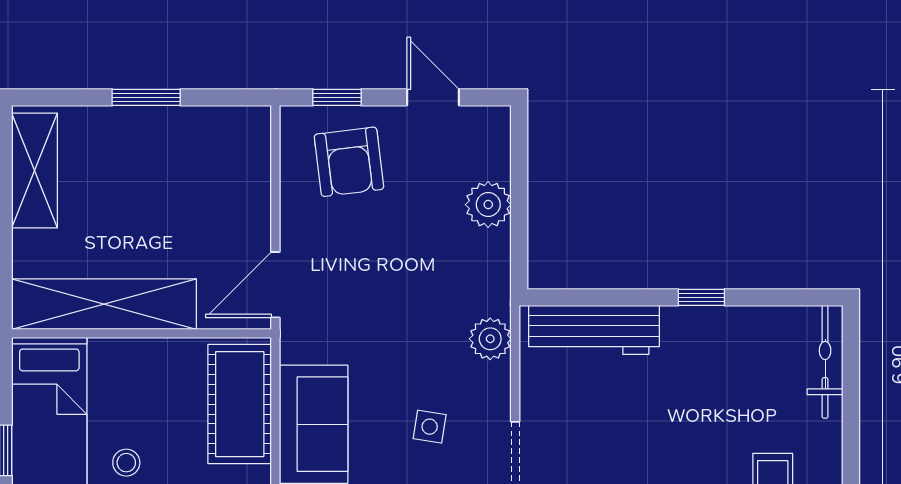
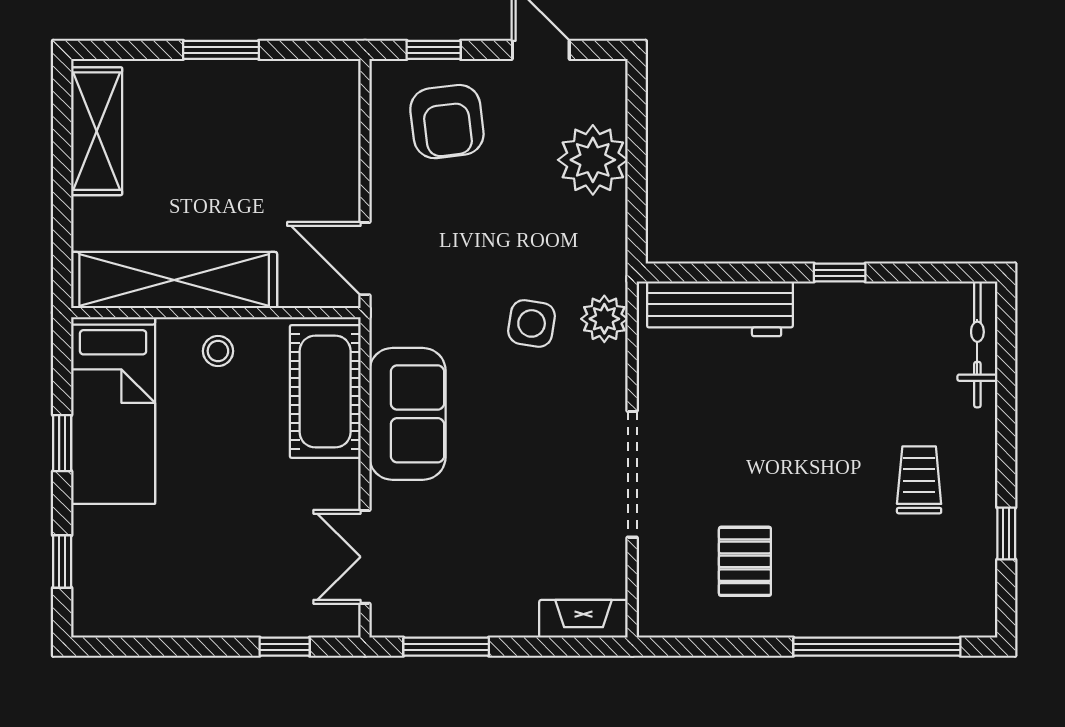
plant: (488, 205) -> (593, 160), width x1.36, depth x1.36
door: (275, 285) -> (365, 259), hinge flipped
side table: (430, 427) -> (532, 323), moved, width x1.37, depth x1.37
stool: (126, 463) -> (218, 351), moved

